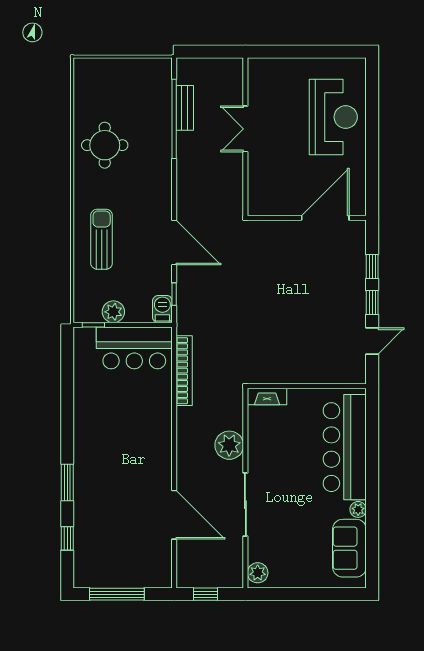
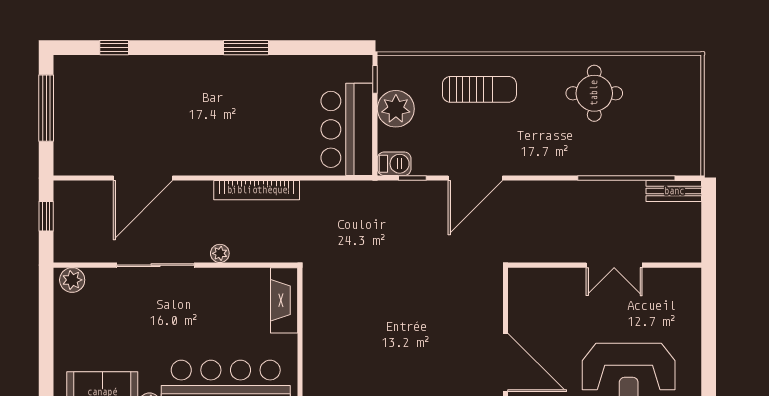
bench: (185, 108) -> (674, 191), moved
double door: (245, 129) -> (614, 265), swing flipped
plant: (113, 312) -> (396, 109), width x1.36, depth x1.36
bookcase: (184, 371) -> (257, 190), moved
fireplace: (267, 397) -> (284, 300), width x1.37, depth x1.32
plant: (229, 445) -> (220, 253), width x0.53, depth x0.53
window: (67, 482) -> (246, 48), moved

